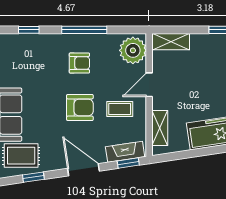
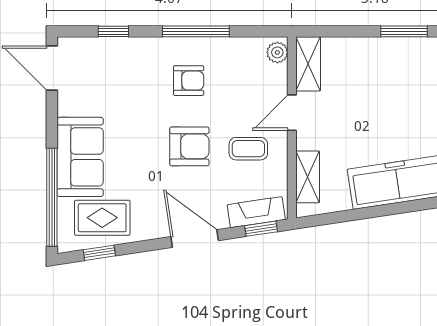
shelving: (171, 42) -> (308, 64), moved, turned 90
plant: (133, 50) -> (277, 52), width x0.53, depth x0.53
window: (33, 177) -> (99, 253), moved

